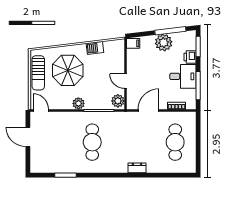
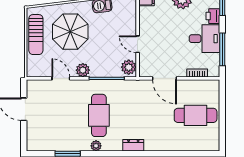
door: (41, 110) -> (61, 78), moved
door: (149, 110) -> (165, 78), swing flipped
cafe table: (175, 142) -> (196, 115), turned 90
plant: (90, 168) -> (96, 146), added
dresser: (137, 168) -> (133, 145), moved

